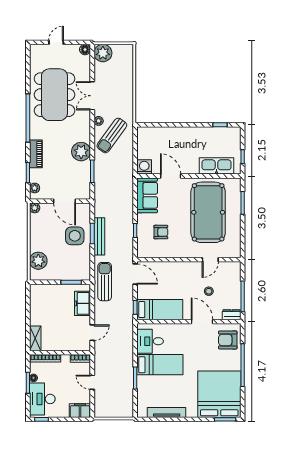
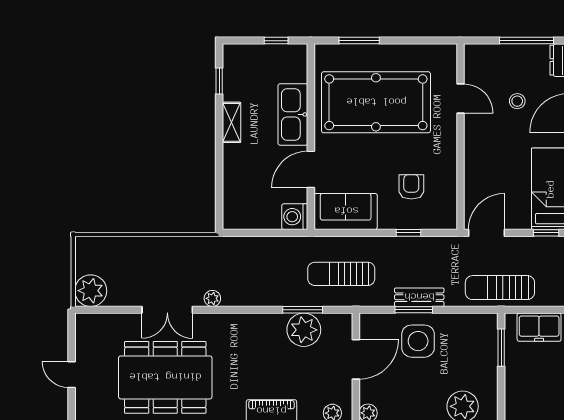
floor lamp: (85, 50) -> (84, 323), removed
shelving: (197, 132) -> (231, 122), added
sun lounger: (112, 135) -> (341, 274), moved, turned 144
plant: (81, 152) -> (304, 330), moved
kitchen sink: (216, 166) -> (293, 114), moved
bench: (99, 236) -> (419, 297), width x0.73

